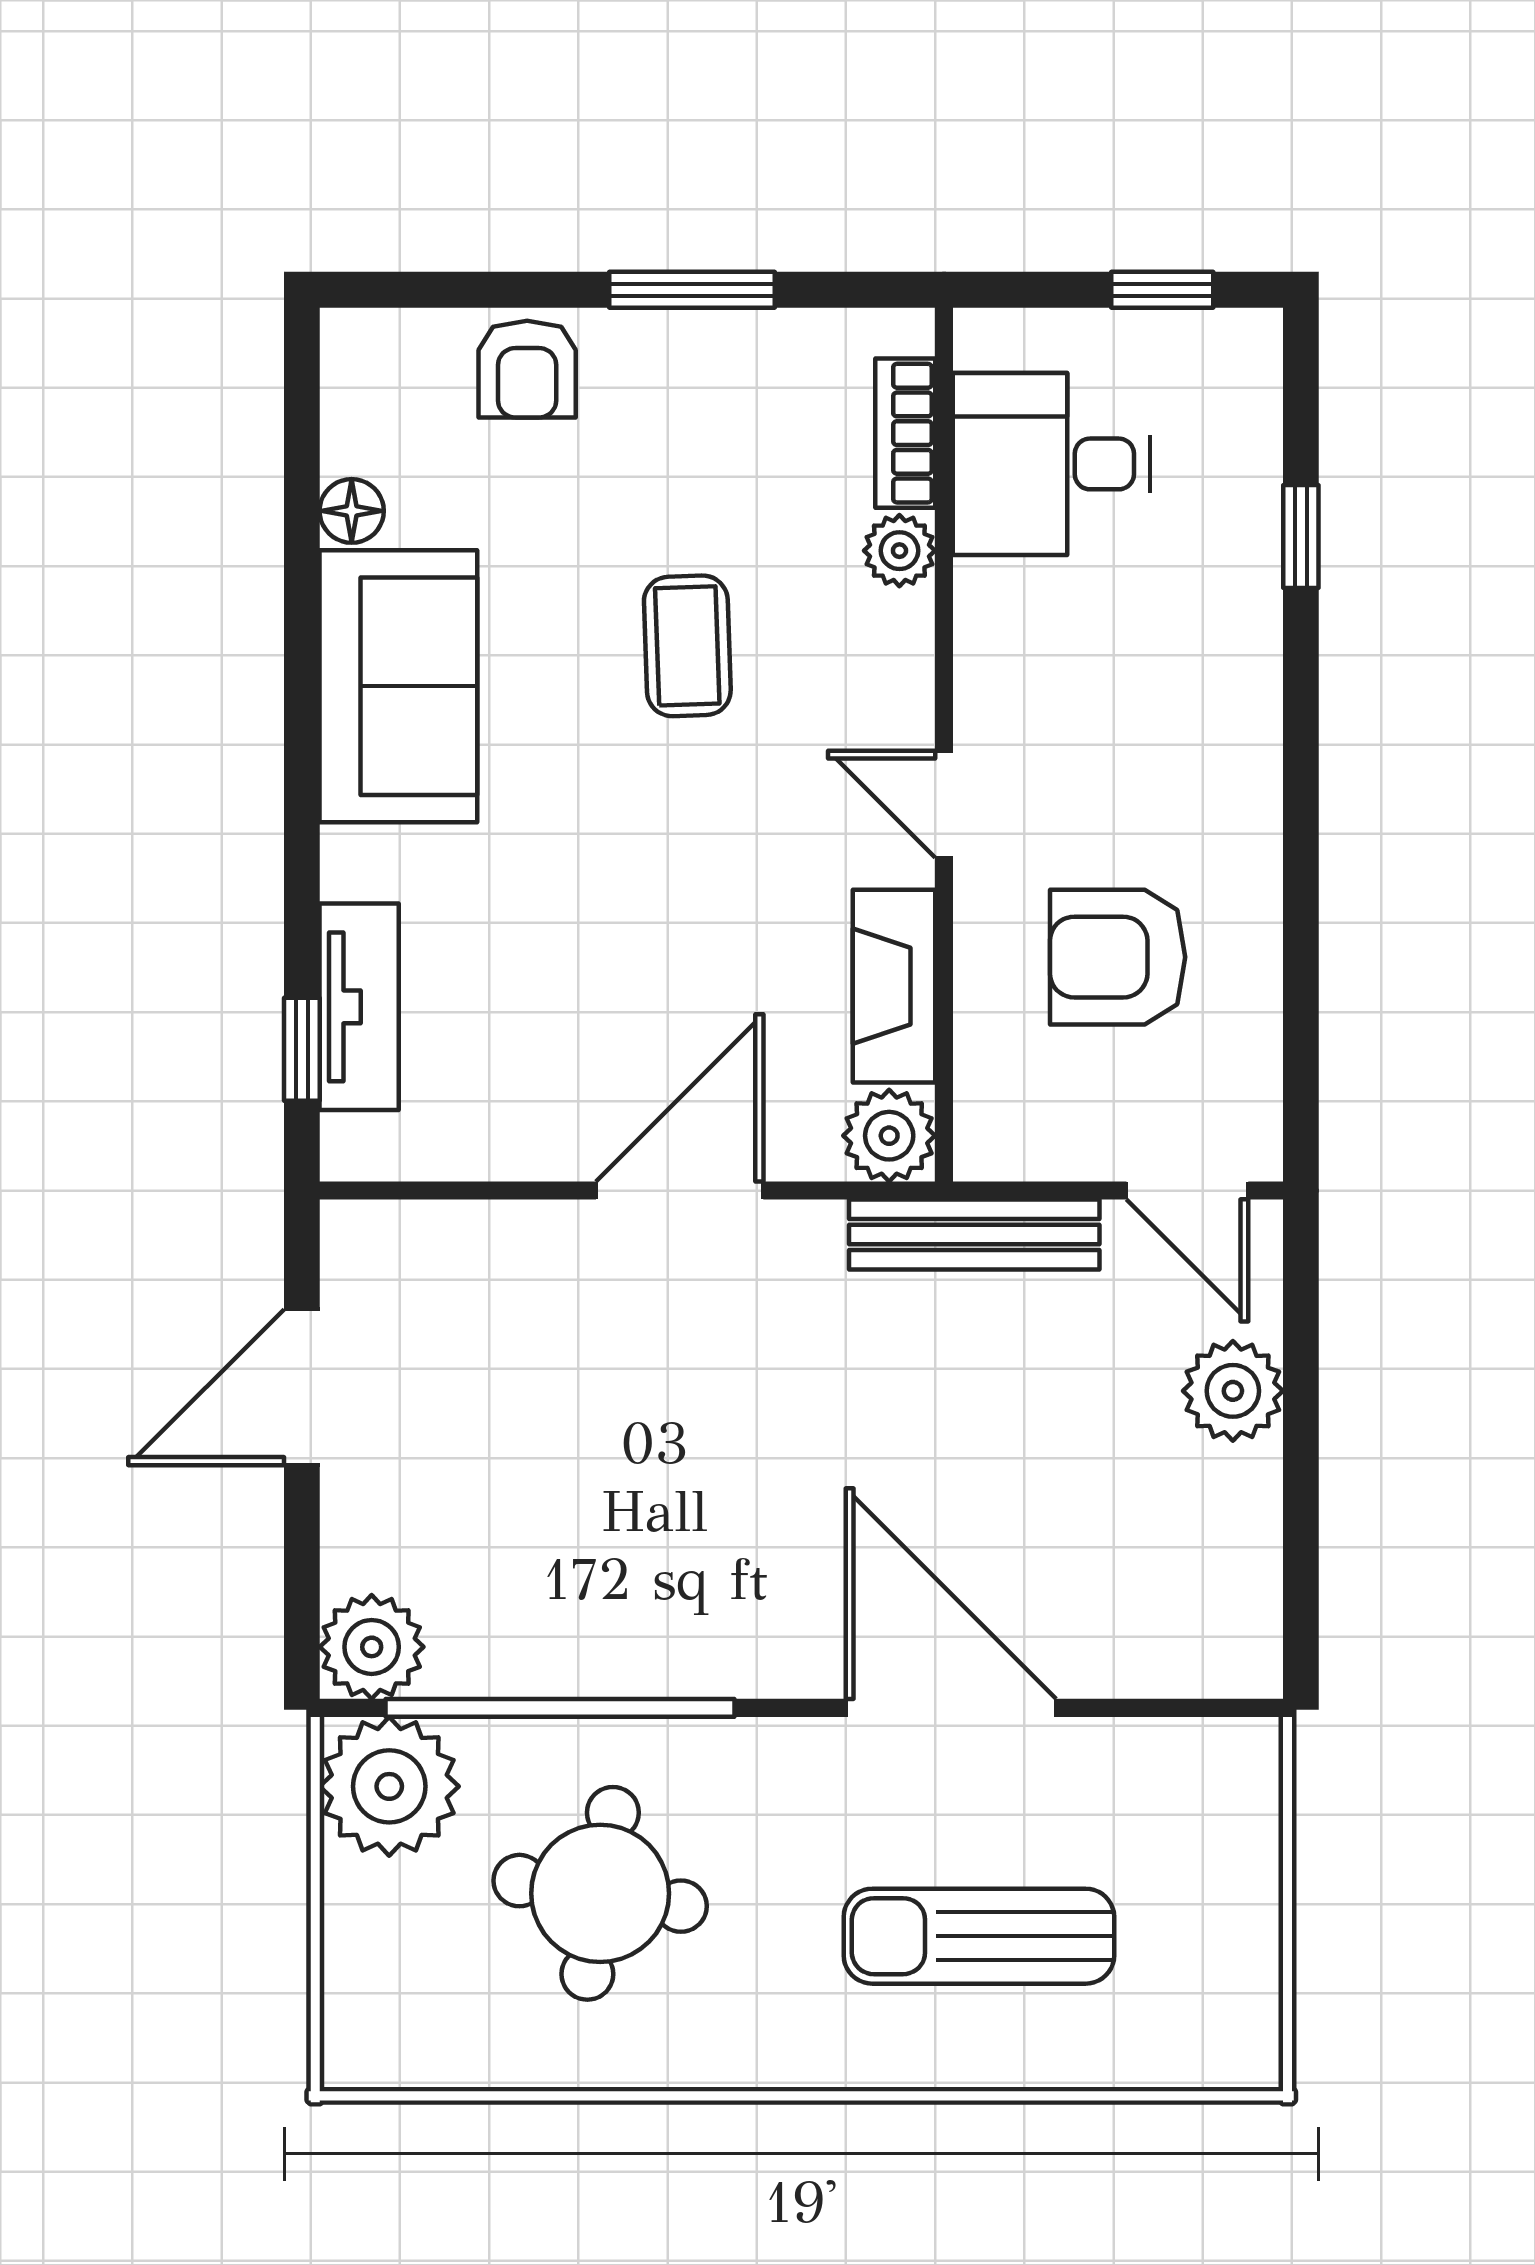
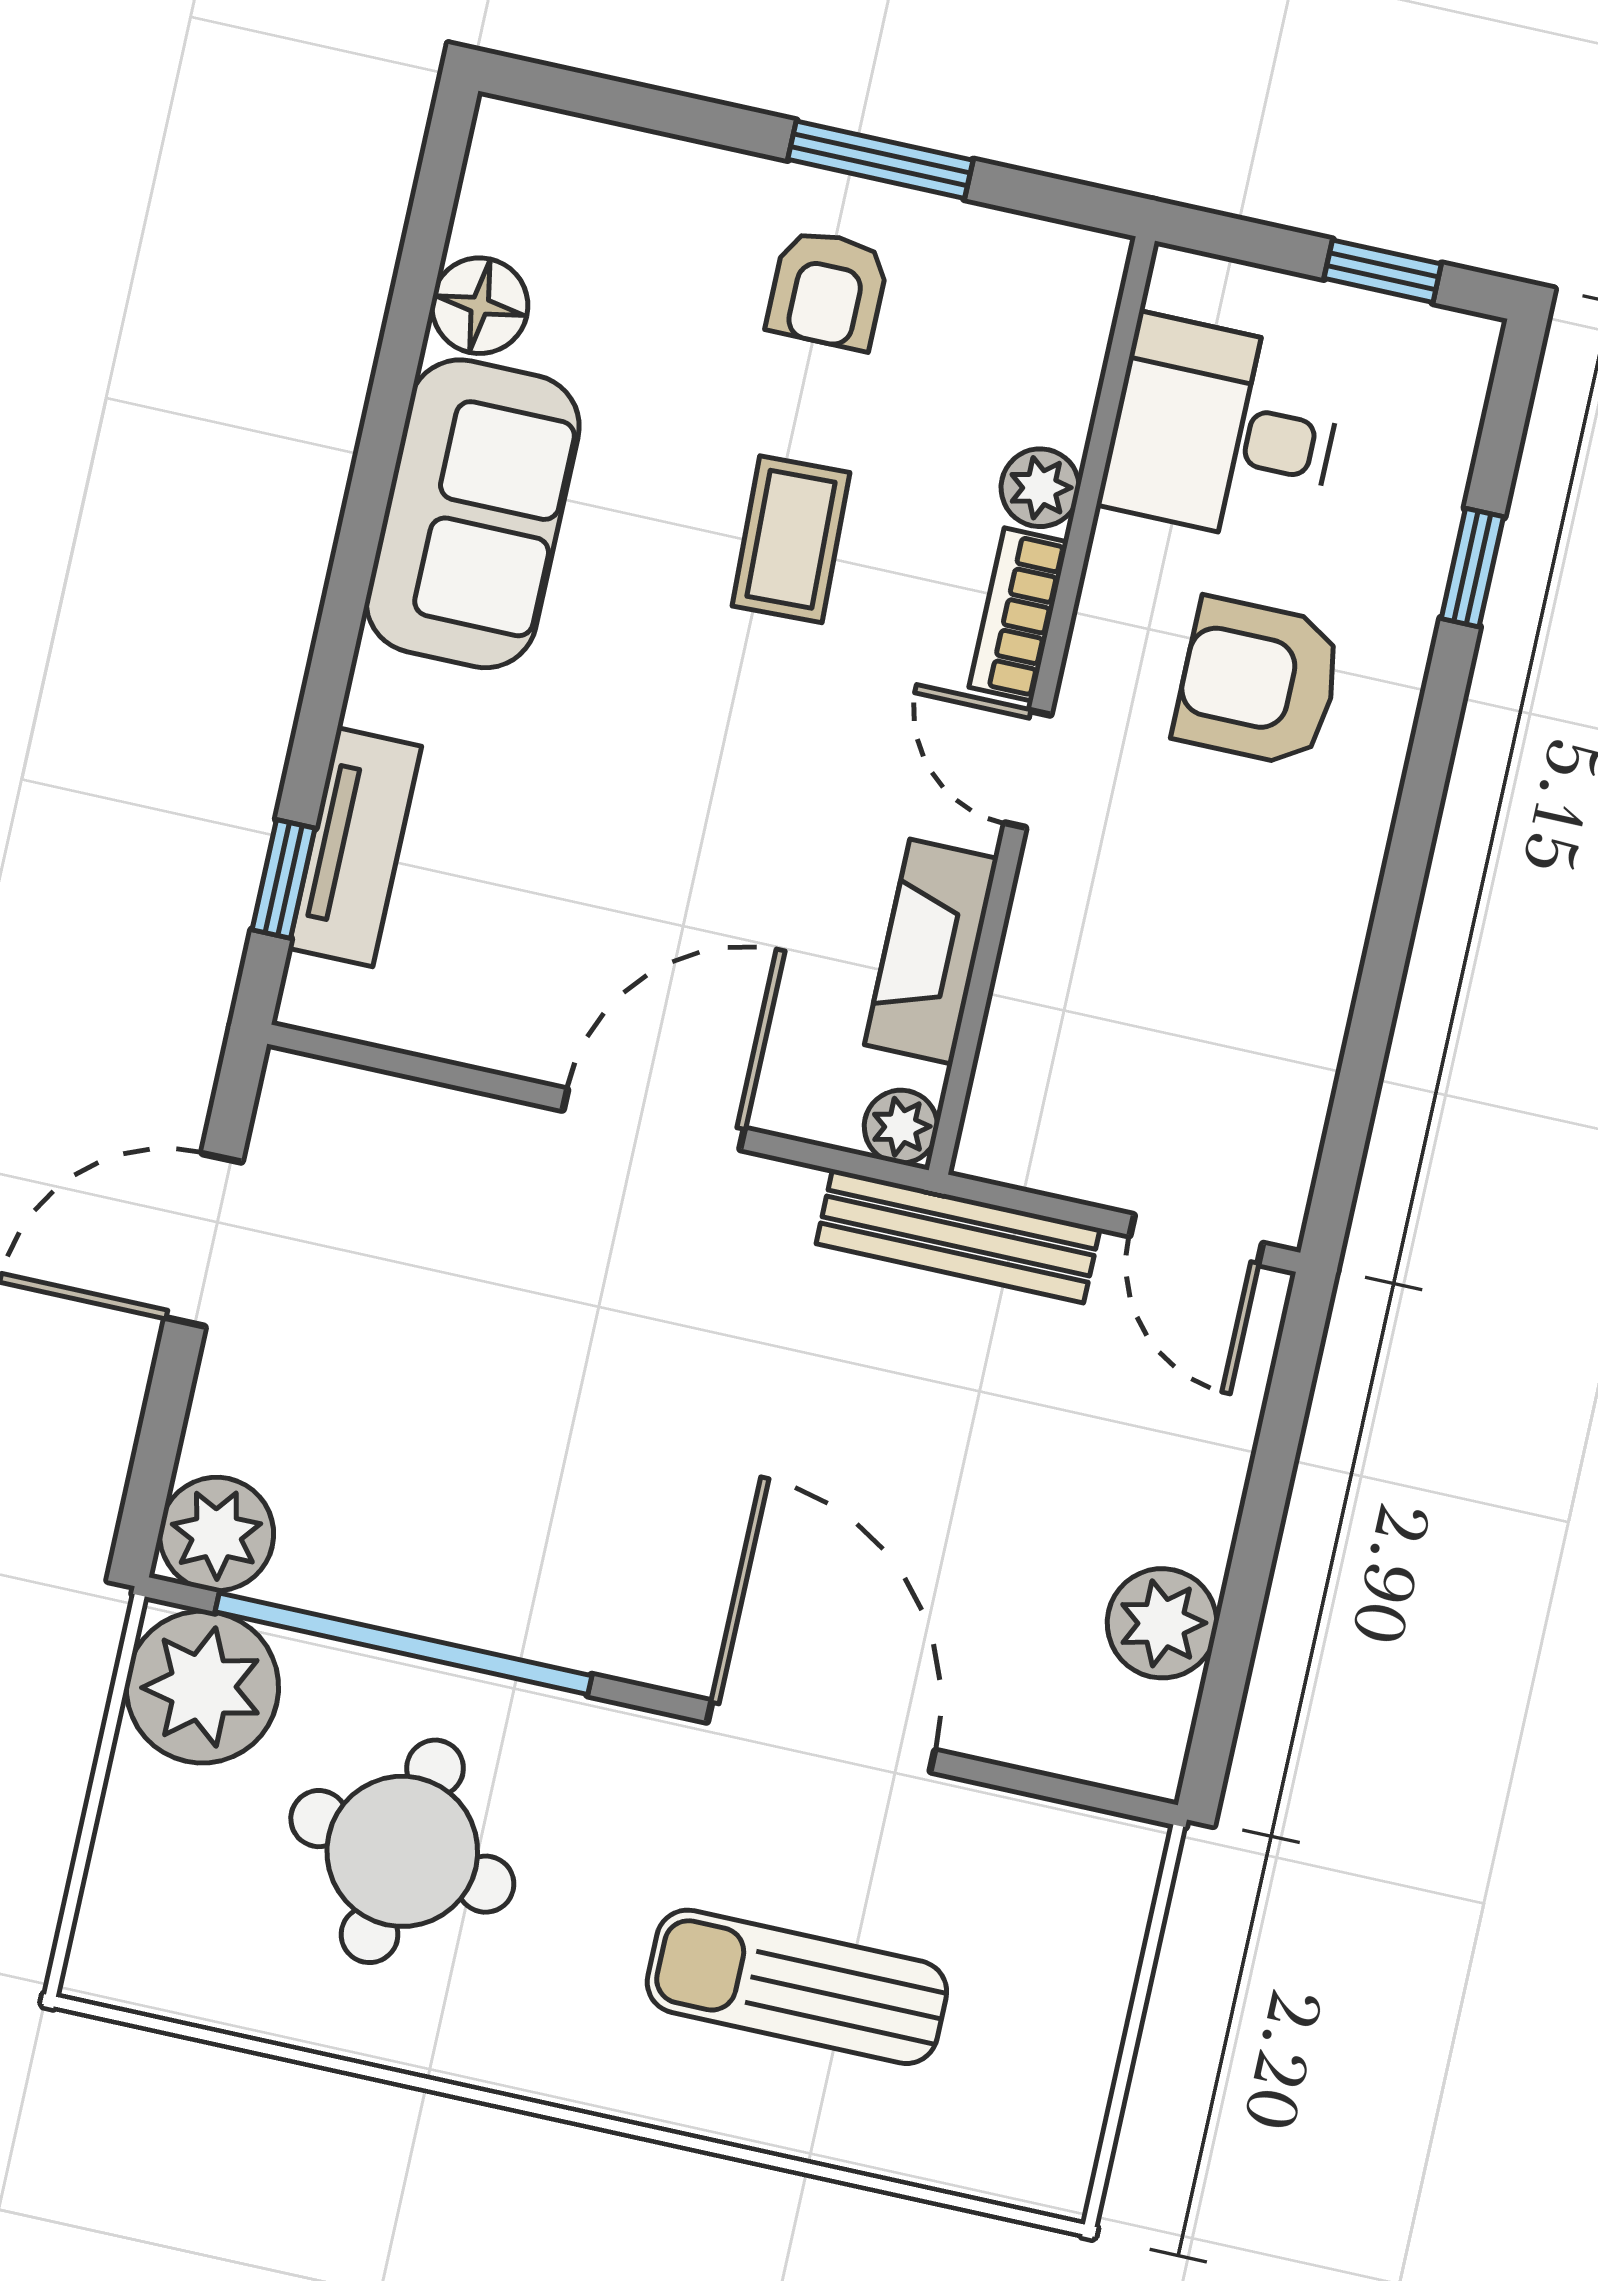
armchair: (527, 369) -> (828, 289), moved
bookcase: (905, 433) -> (1019, 615), moved
floor lamp: (352, 511) -> (480, 306), width x1.37, depth x1.37
armchair: (1118, 957) -> (1259, 682), moved
plant: (889, 1136) -> (901, 1127), width x0.73, depth x0.73
plant: (1233, 1391) -> (1162, 1623), moved

